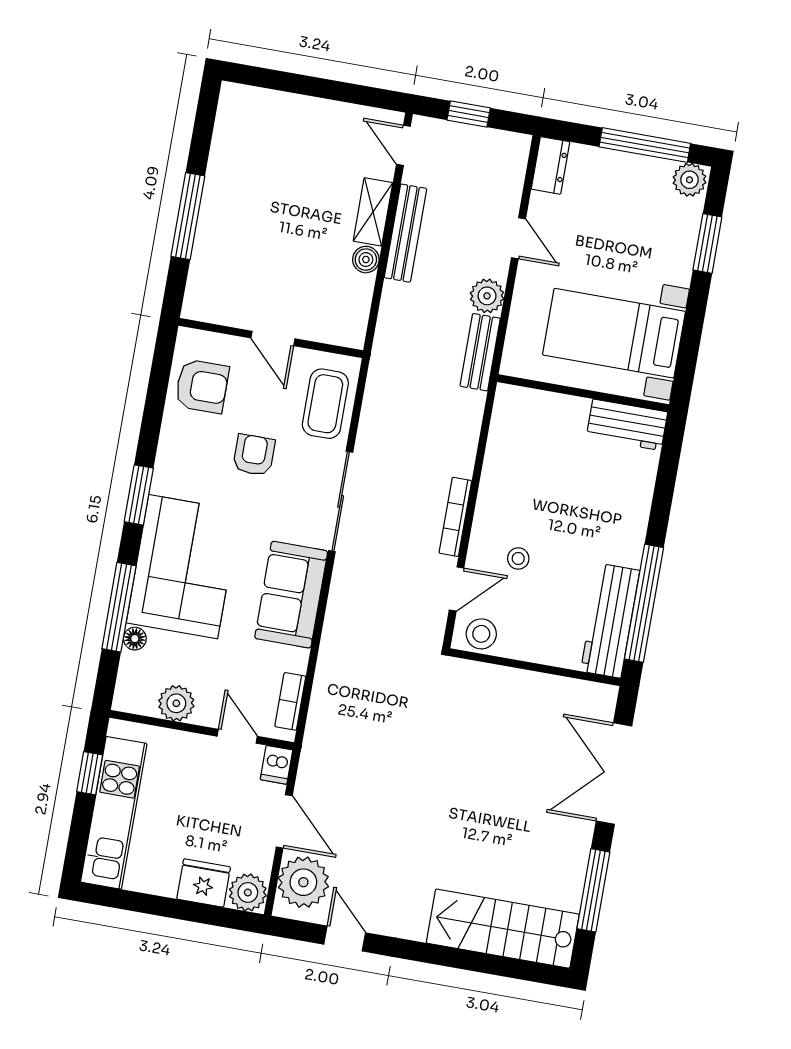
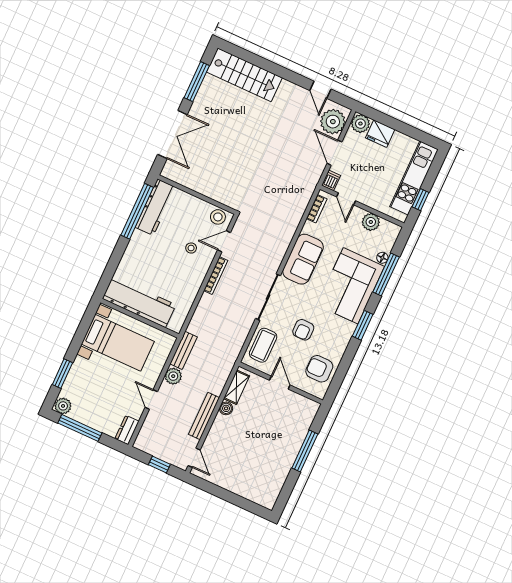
shelving: (373, 212) -> (236, 387), moved
workbench: (627, 425) -> (139, 302), width x1.88, depth x1.32

